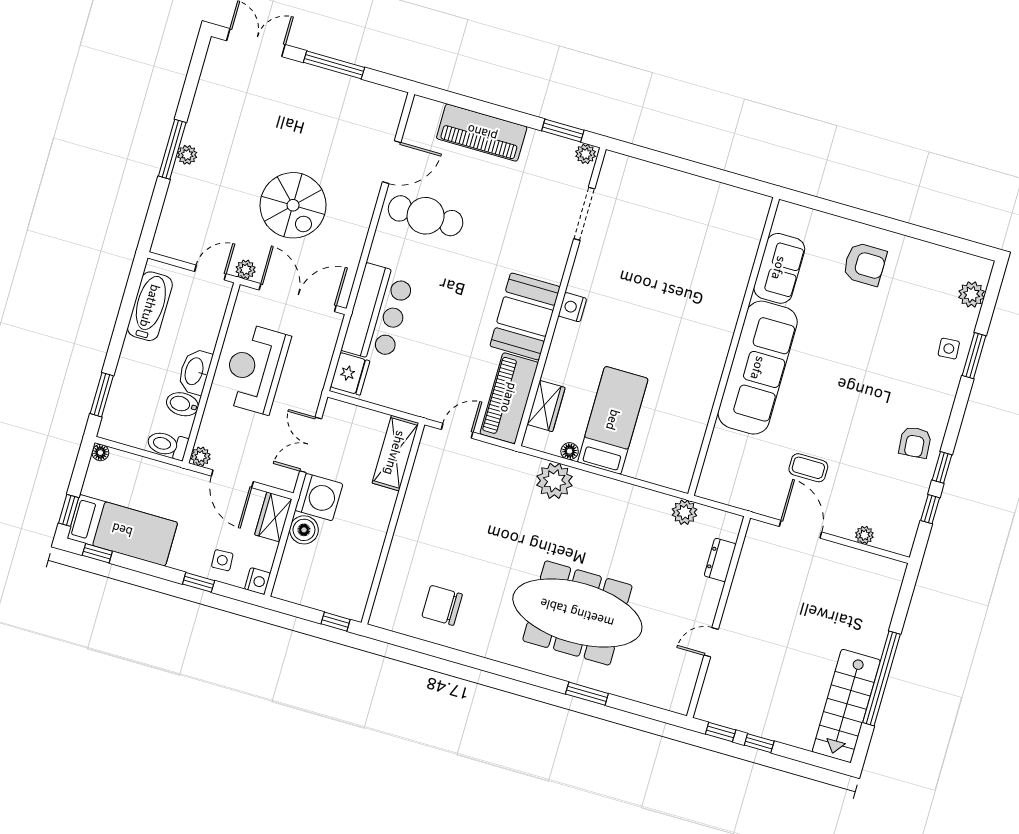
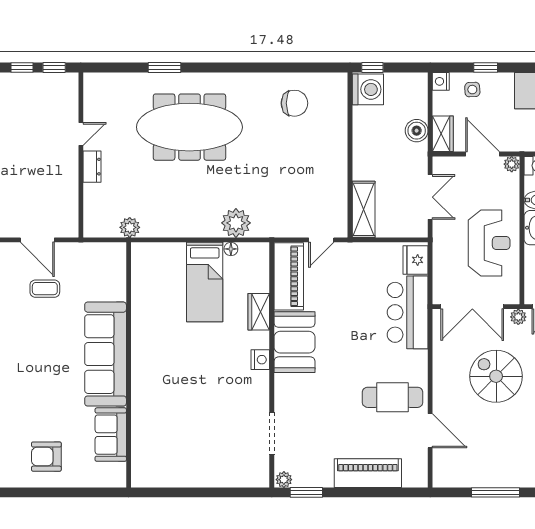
door: (392, 162) -> (430, 431), swing flipped
wardrobe: (546, 406) -> (259, 312), moved
washing machine: (319, 497) -> (368, 89), moved, turned 180
dresser: (720, 560) -> (92, 167), moved

